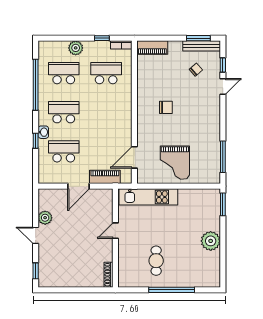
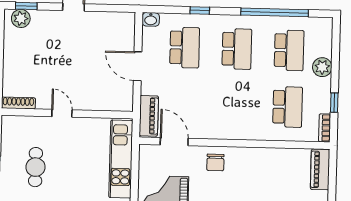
chair: (166, 107) -> (215, 162), moved
washbasin: (43, 132) -> (151, 19), moved
piano: (105, 177) -> (149, 116), moved
plant: (45, 218) -> (21, 18), moved
door: (115, 231) -> (62, 113), moved
cafe table: (156, 261) -> (35, 167), turned 90

